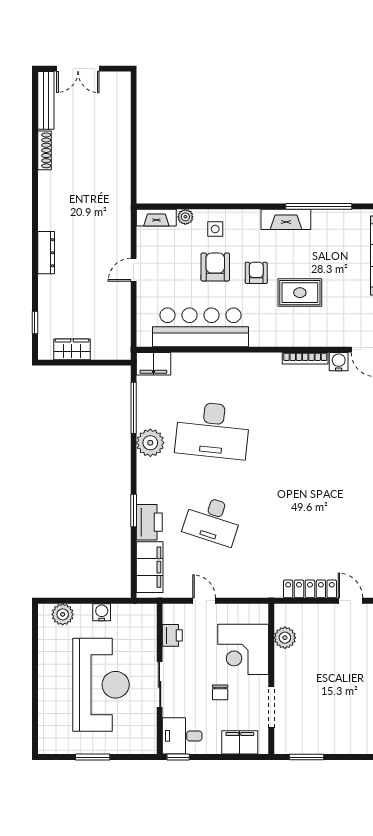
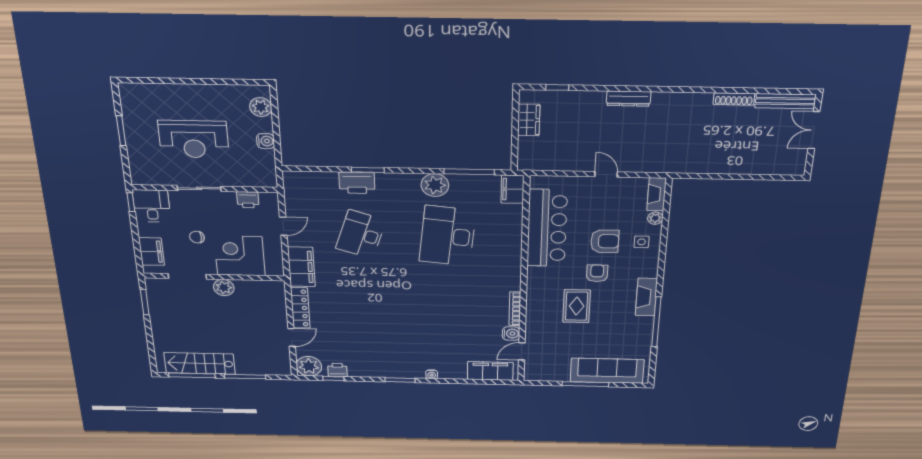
armchair: (256, 273) -> (597, 273), turned -90
filing cabinet: (150, 567) -> (301, 267), moved, turned -90
plant: (285, 638) -> (224, 288), moved
reception desk: (101, 685) -> (194, 139), width x0.74, depth x0.77

